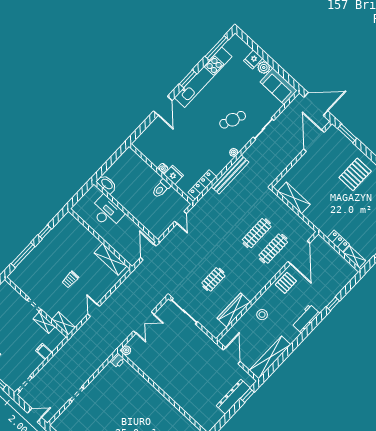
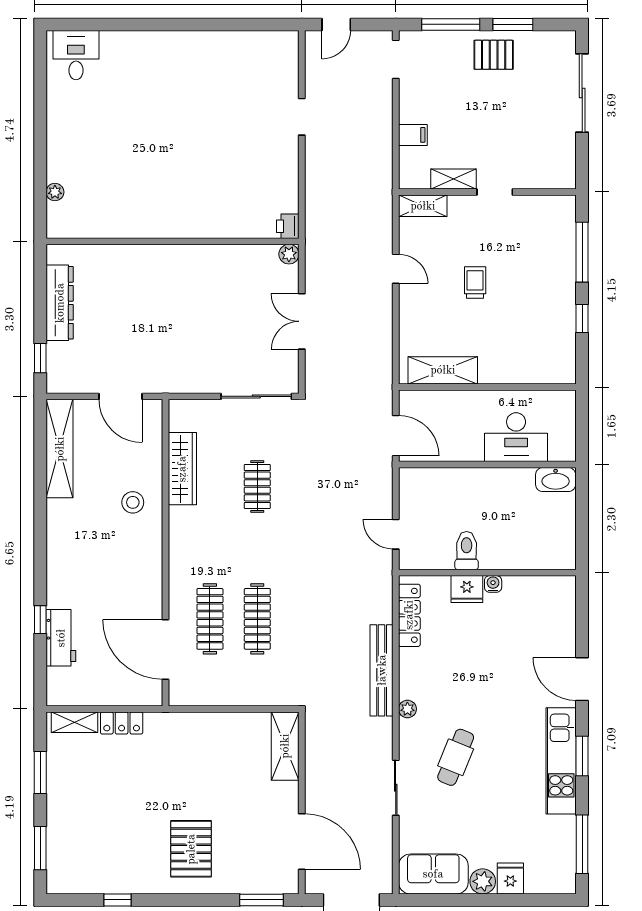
kitchen unit: (203, 77) -> (561, 761), width x0.73
shelving: (294, 198) -> (285, 746), moved, turned 90
pallet: (286, 283) -> (142, 585), removed
workbench: (306, 318) -> (61, 638), moved
dresser: (233, 397) -> (60, 303), moved

